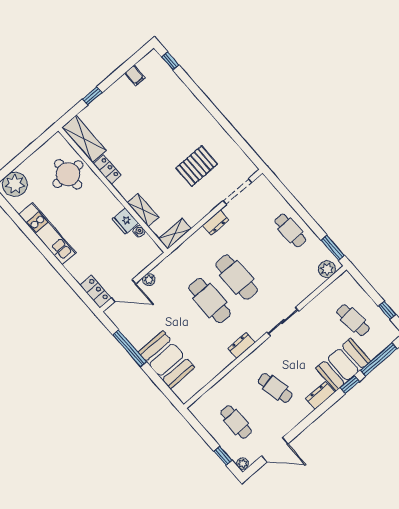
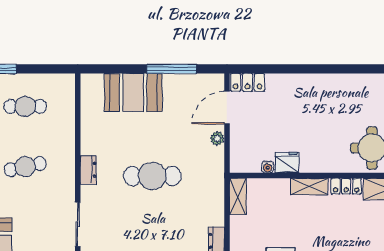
shelving: (143, 210) -> (309, 187), moved
kitchen unit: (47, 234) -> (335, 84), removed
cafe table: (237, 277) -> (152, 218), removed

